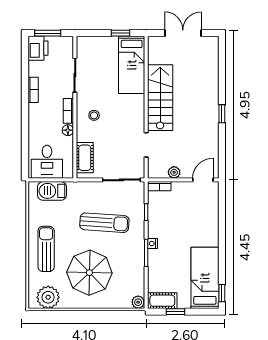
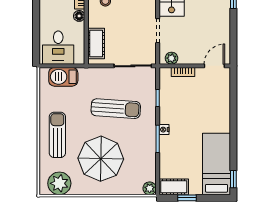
plant: (174, 172) -> (171, 58), moved
bookcase: (159, 186) -> (183, 72), moved

